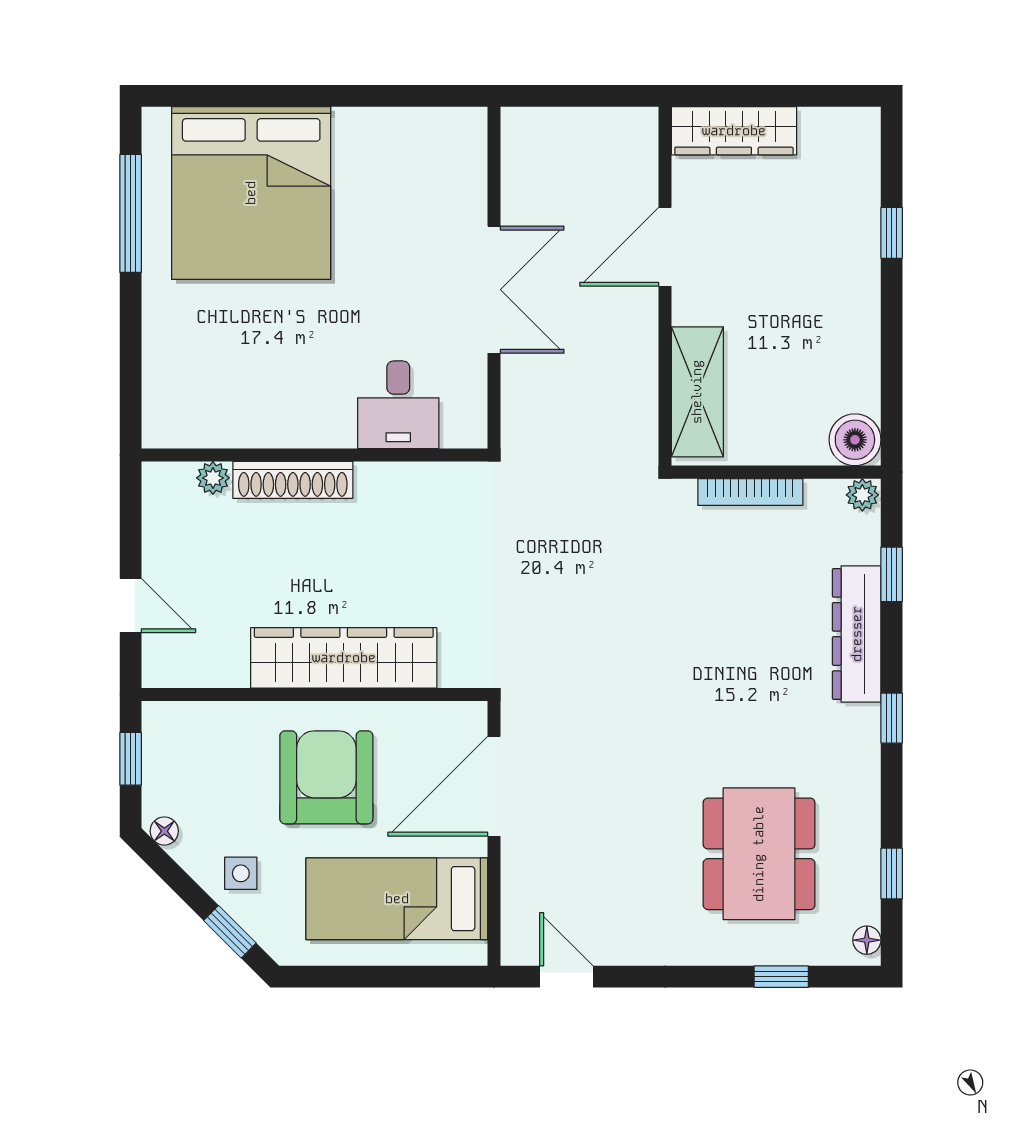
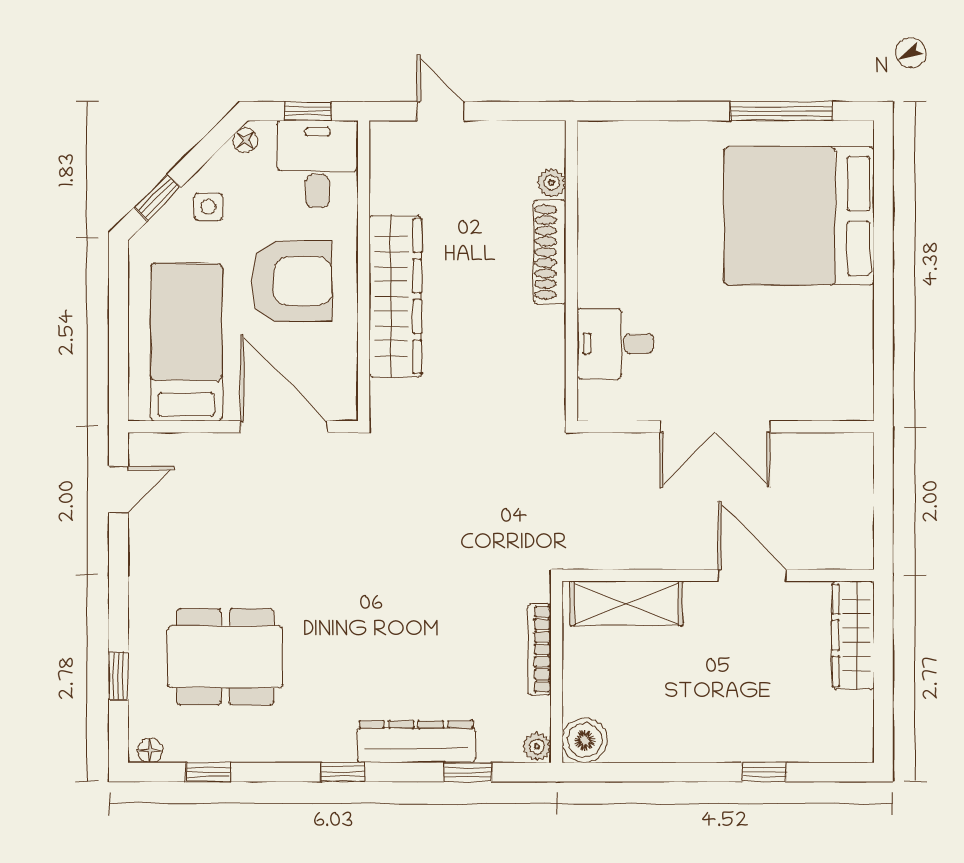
door: (131, 606) -> (441, 111), swing flipped
desk: (192, 747) -> (318, 164), added

